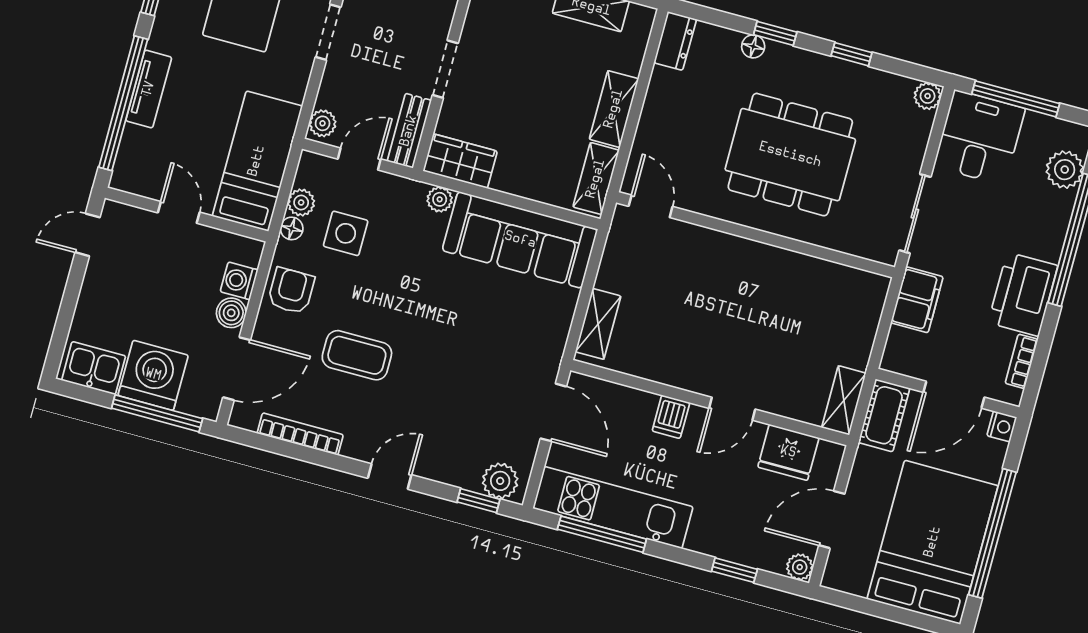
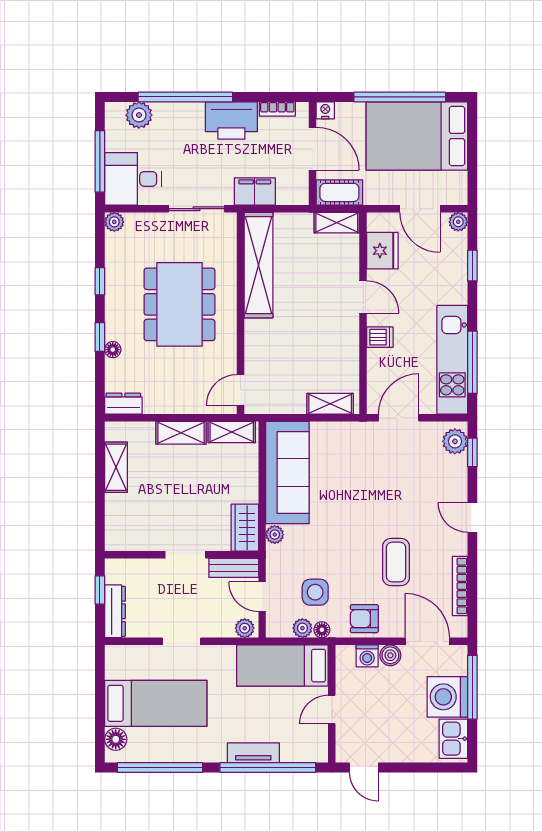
shelving: (815, 277) -> (258, 265), added

